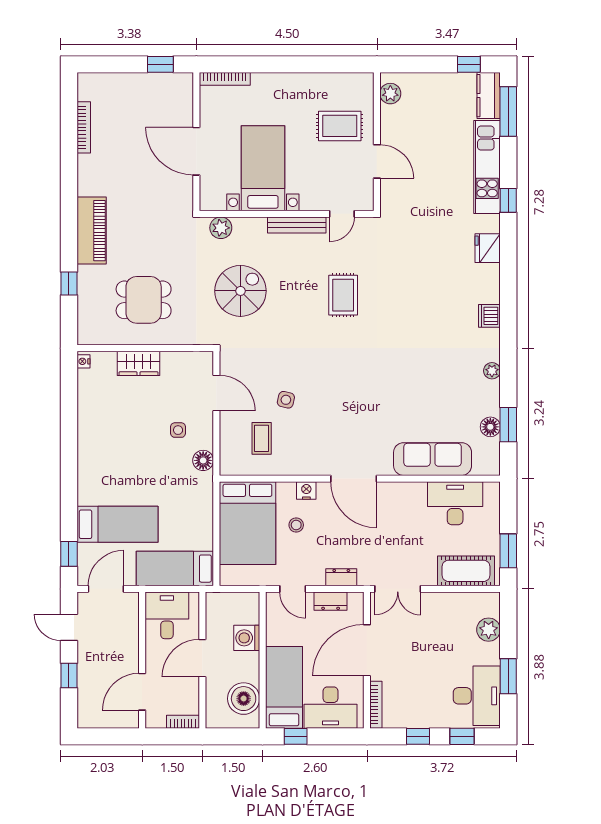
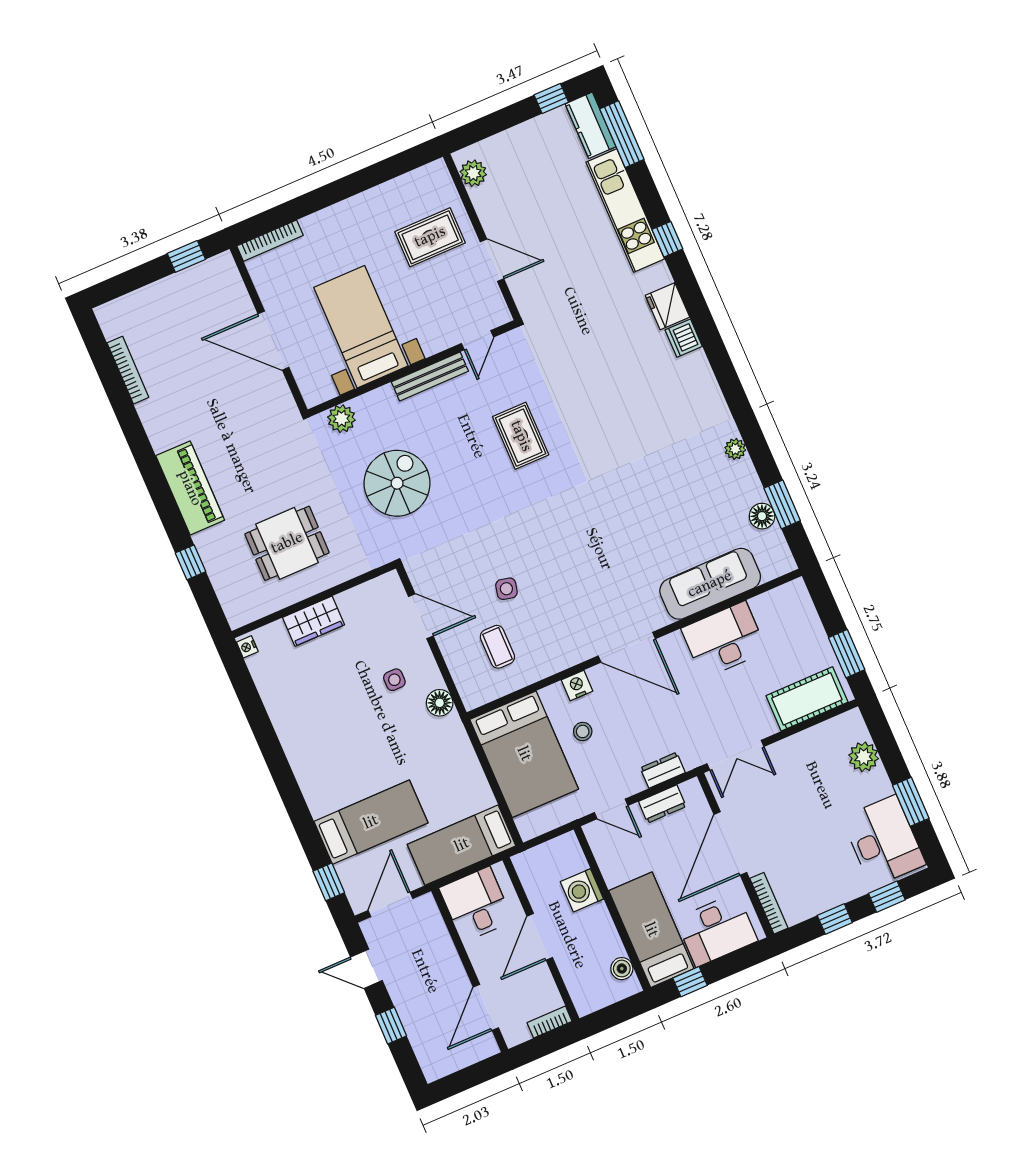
dishwasher: (489, 316) -> (684, 338), moved
desk: (455, 503) -> (724, 640), moved
boiler: (244, 699) -> (622, 969), width x0.54, depth x0.54

